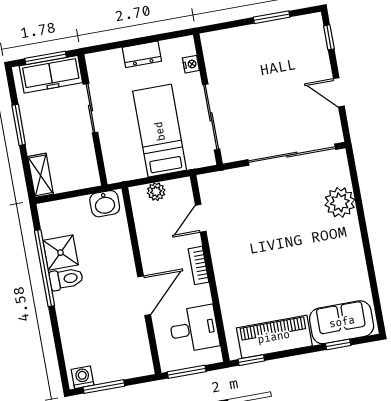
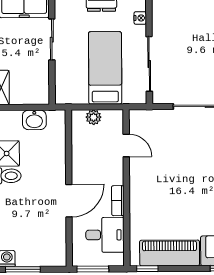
washbasin: (105, 204) -> (34, 120), moved
door: (201, 218) -> (126, 145), swing flipped
bookcase: (198, 265) -> (118, 201), moved

